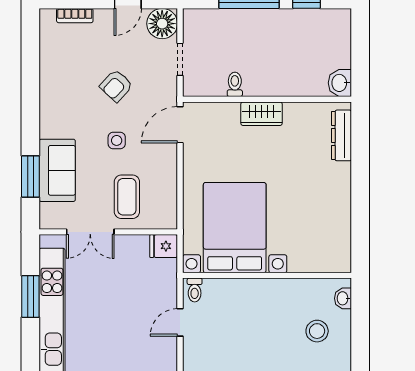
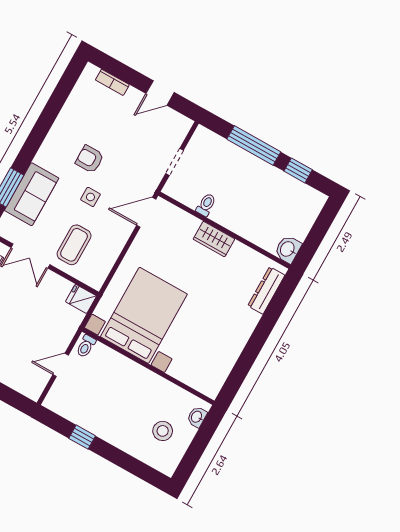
floor lamp: (162, 24) -> (176, 126), removed
armchair: (116, 86) -> (90, 159), moved, turned 47

